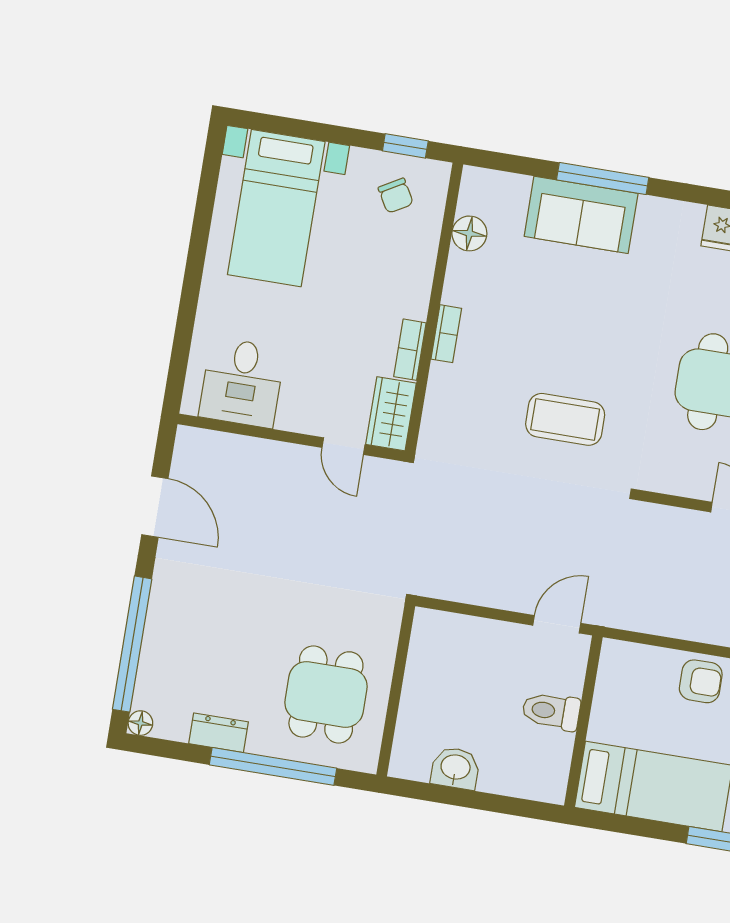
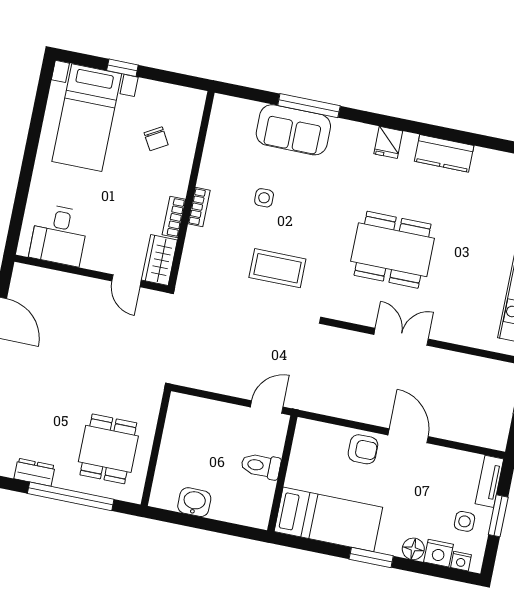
window: (405, 146) -> (122, 68), moved
chair: (396, 196) -> (156, 139), moved
floor lamp: (469, 233) -> (217, 140), removed
side table: (542, 317) -> (264, 198), added

